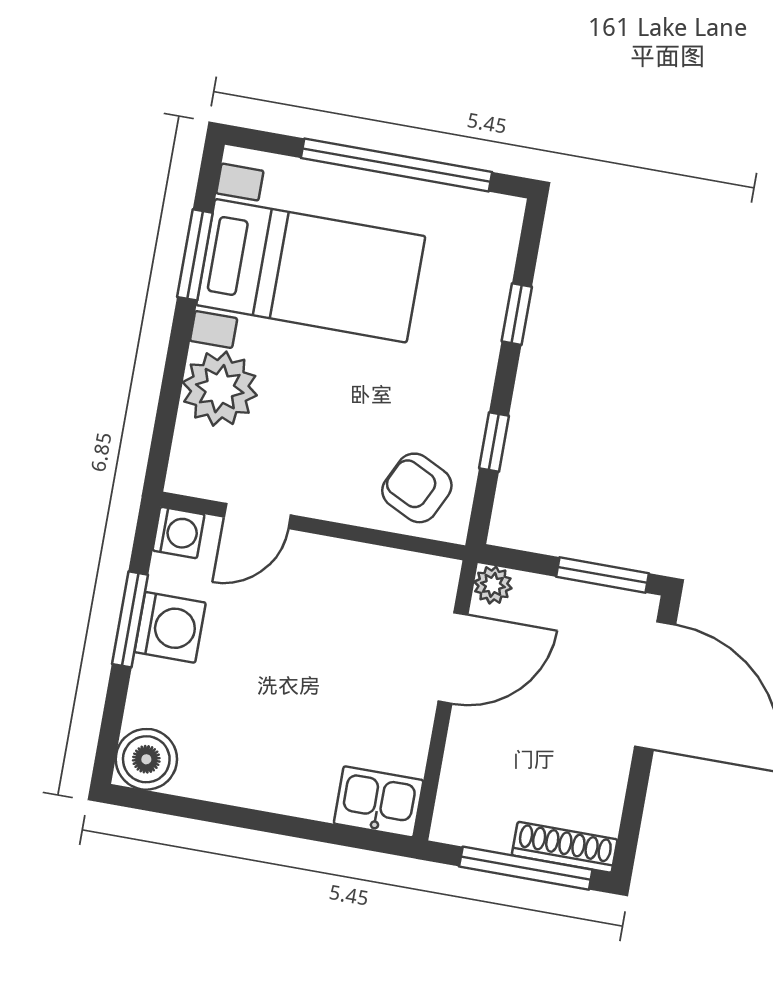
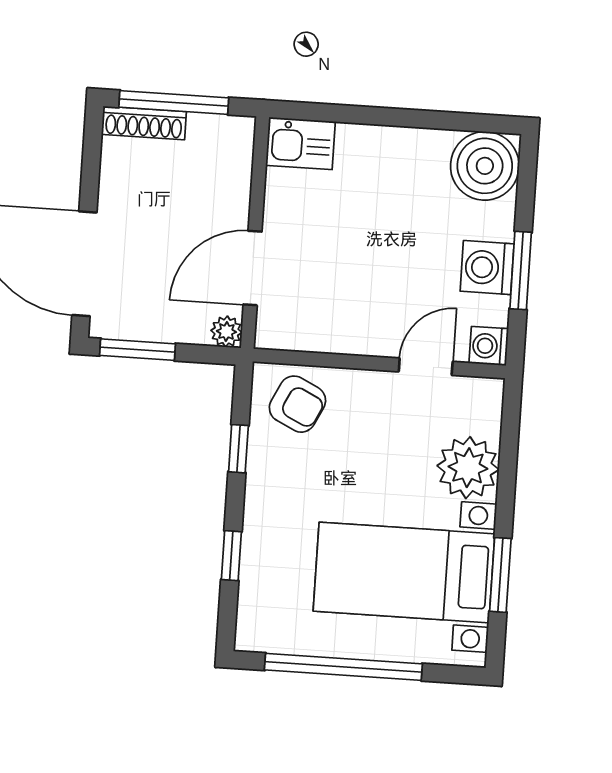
boiler: (146, 759) -> (485, 166), width x1.37, depth x1.37

